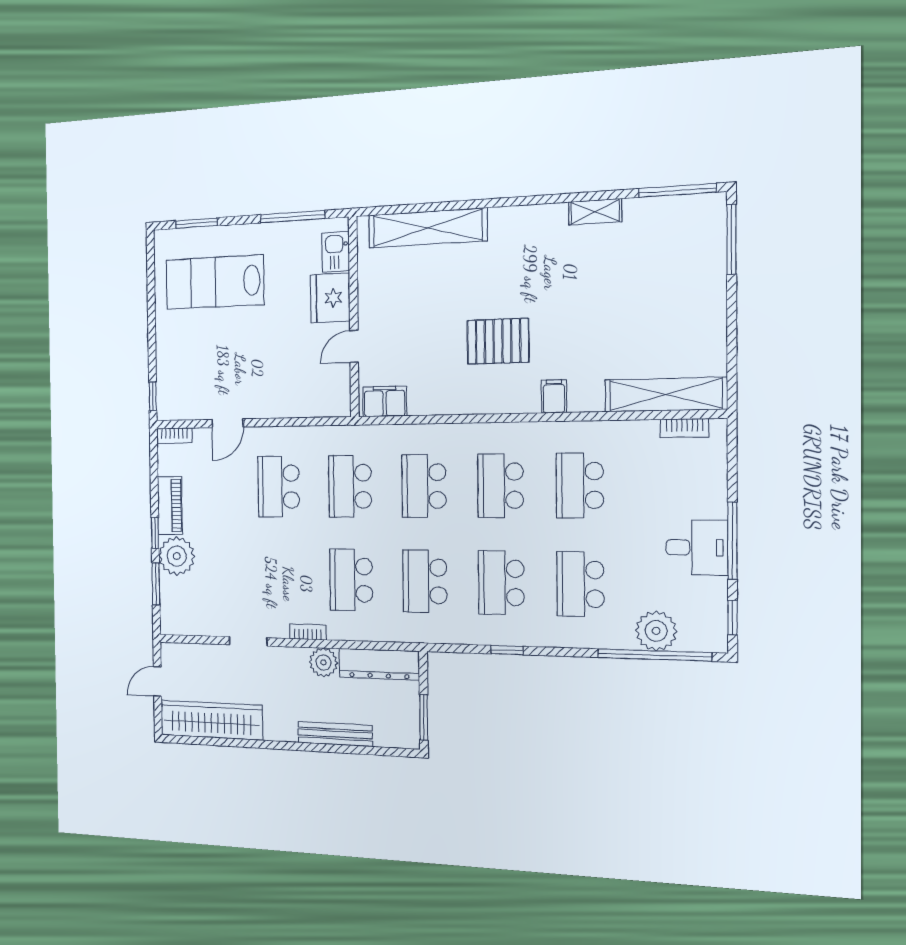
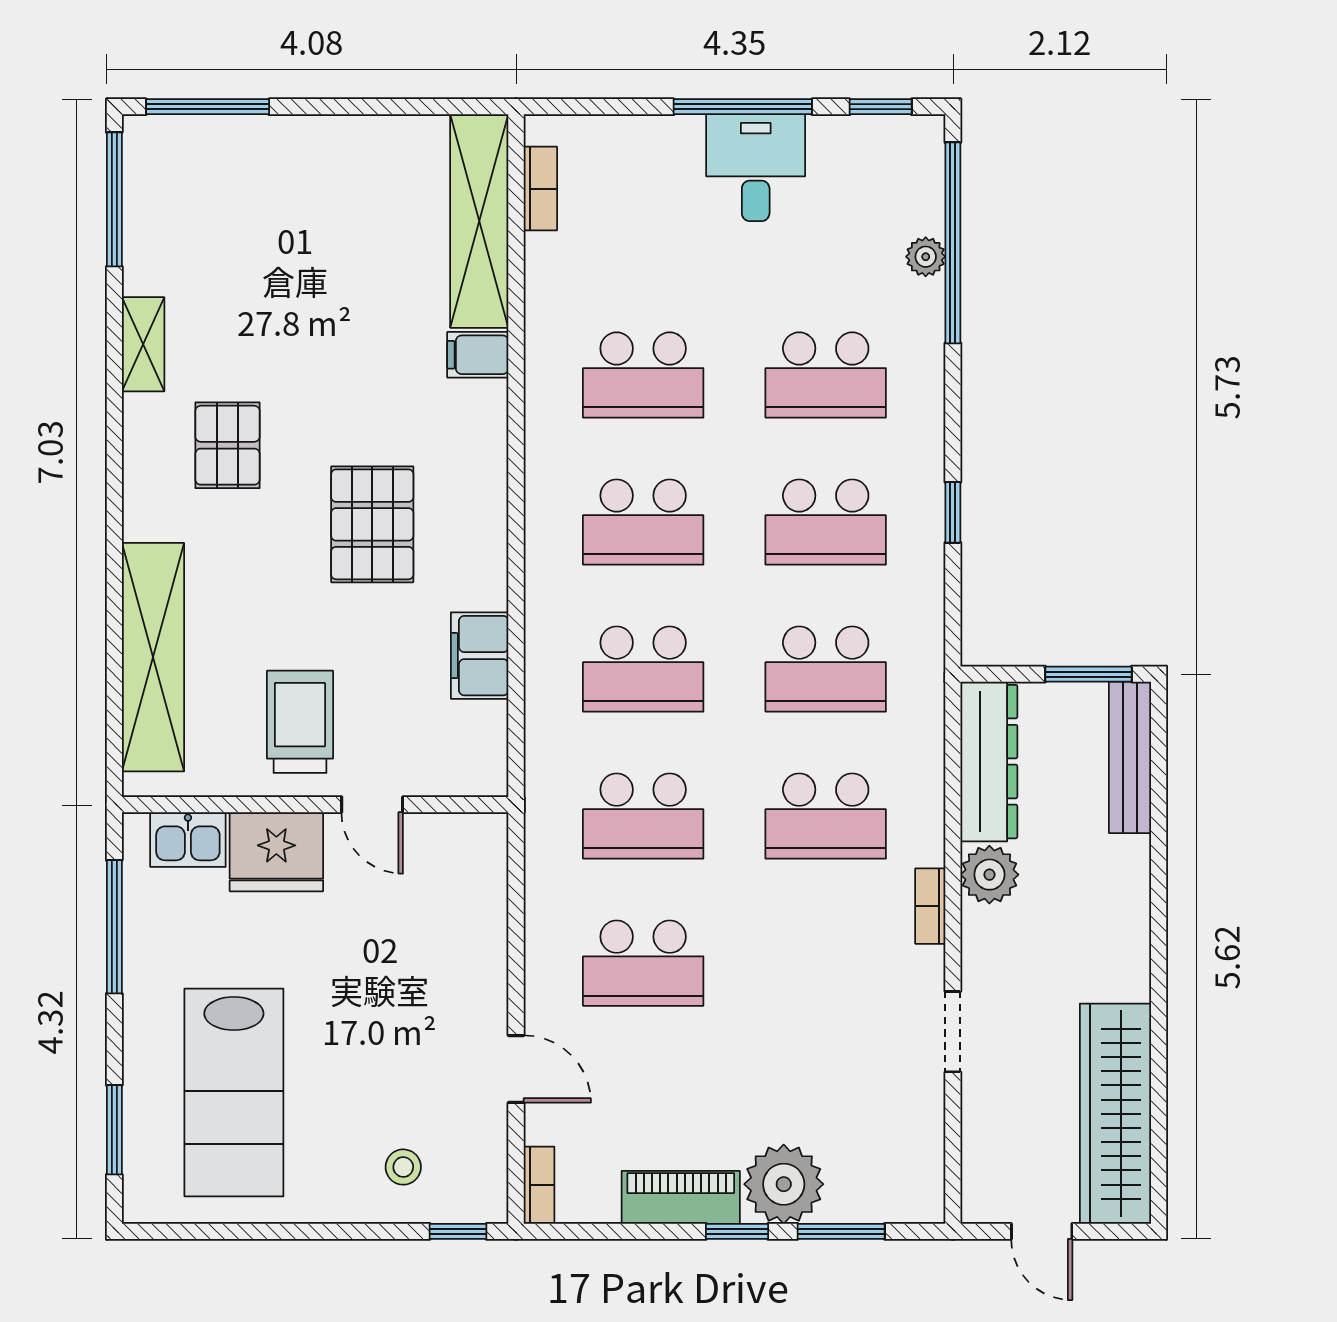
pallet: (540, 261) -> (227, 445), added
trolley: (395, 307) -> (300, 722), added
stool: (182, 368) -> (403, 1167), added
filing cabinet: (554, 396) -> (478, 355), moved
filing cabinet: (385, 401) -> (480, 656), moved
plant: (656, 631) -> (926, 257), width x0.53, depth x0.53
bench: (335, 734) -> (1130, 757), moved

